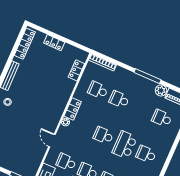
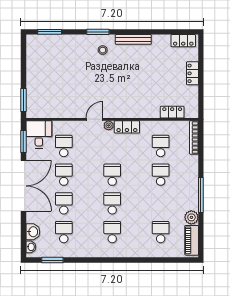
locker: (25, 44) -> (183, 41), width x0.66
door: (52, 141) -> (95, 119), moved
school desk: (125, 145) -> (112, 203), width x0.54

